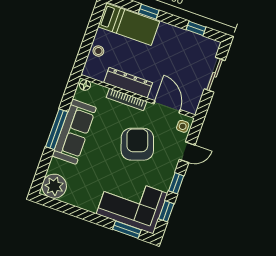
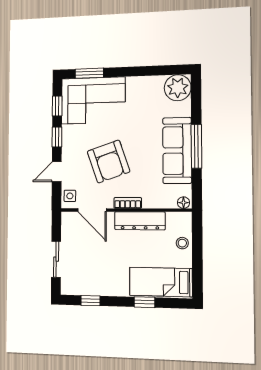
bookcase: (127, 99) -> (128, 203), width x0.64

